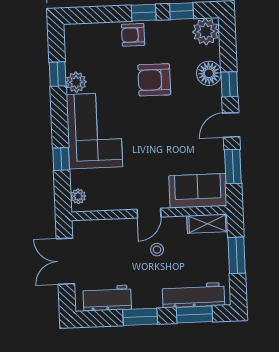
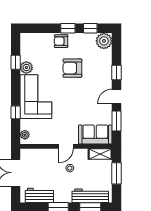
floor lamp: (209, 73) -> (105, 66), removed

